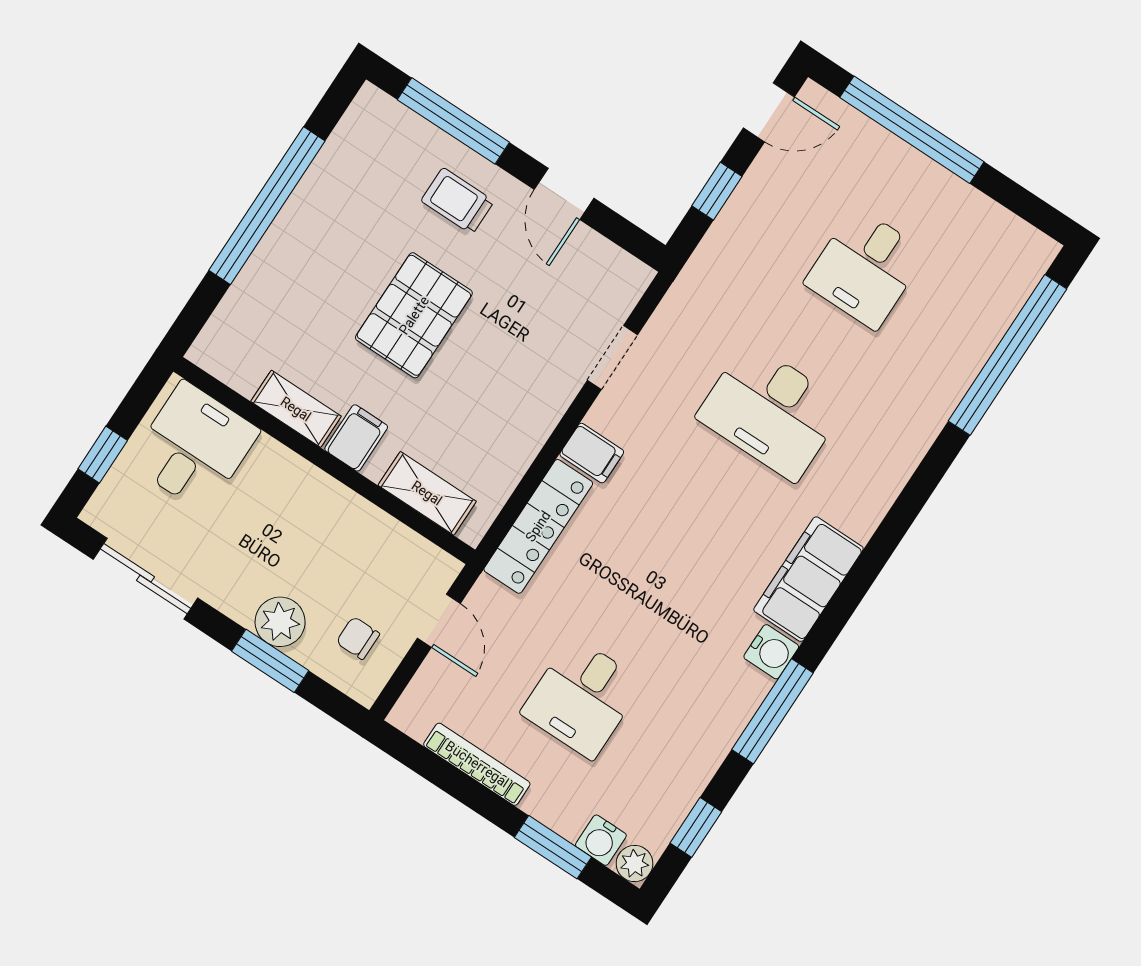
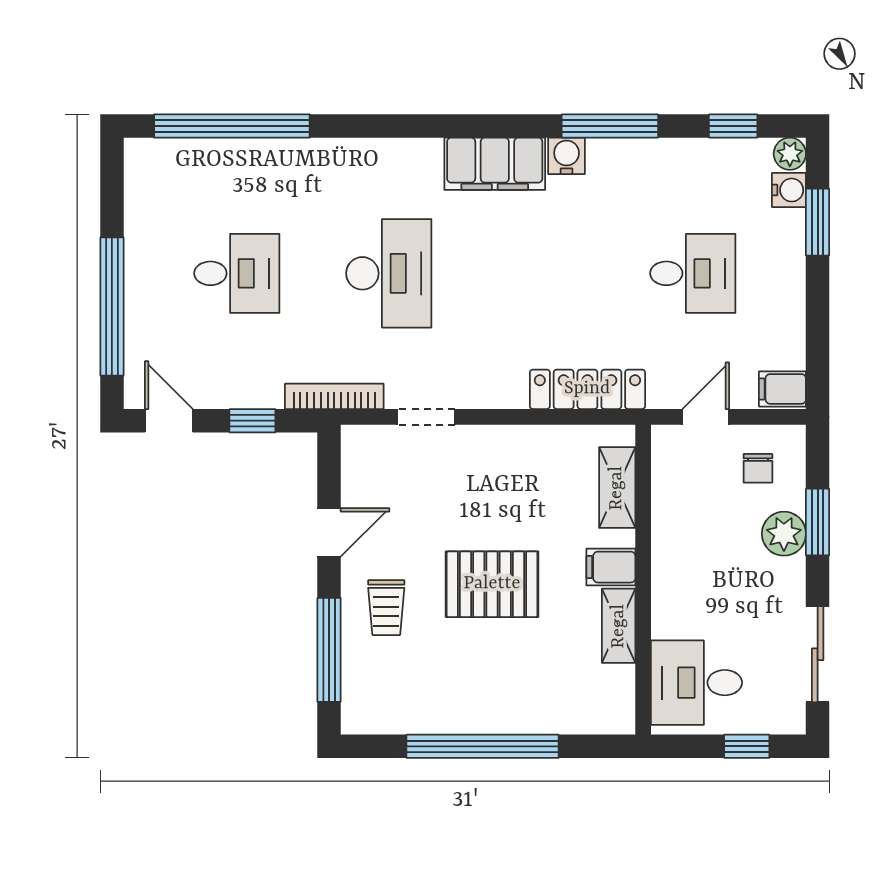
filing cabinet: (592, 453) -> (782, 389), moved, turned -90
bookcase: (477, 764) -> (334, 396), moved, turned 90

